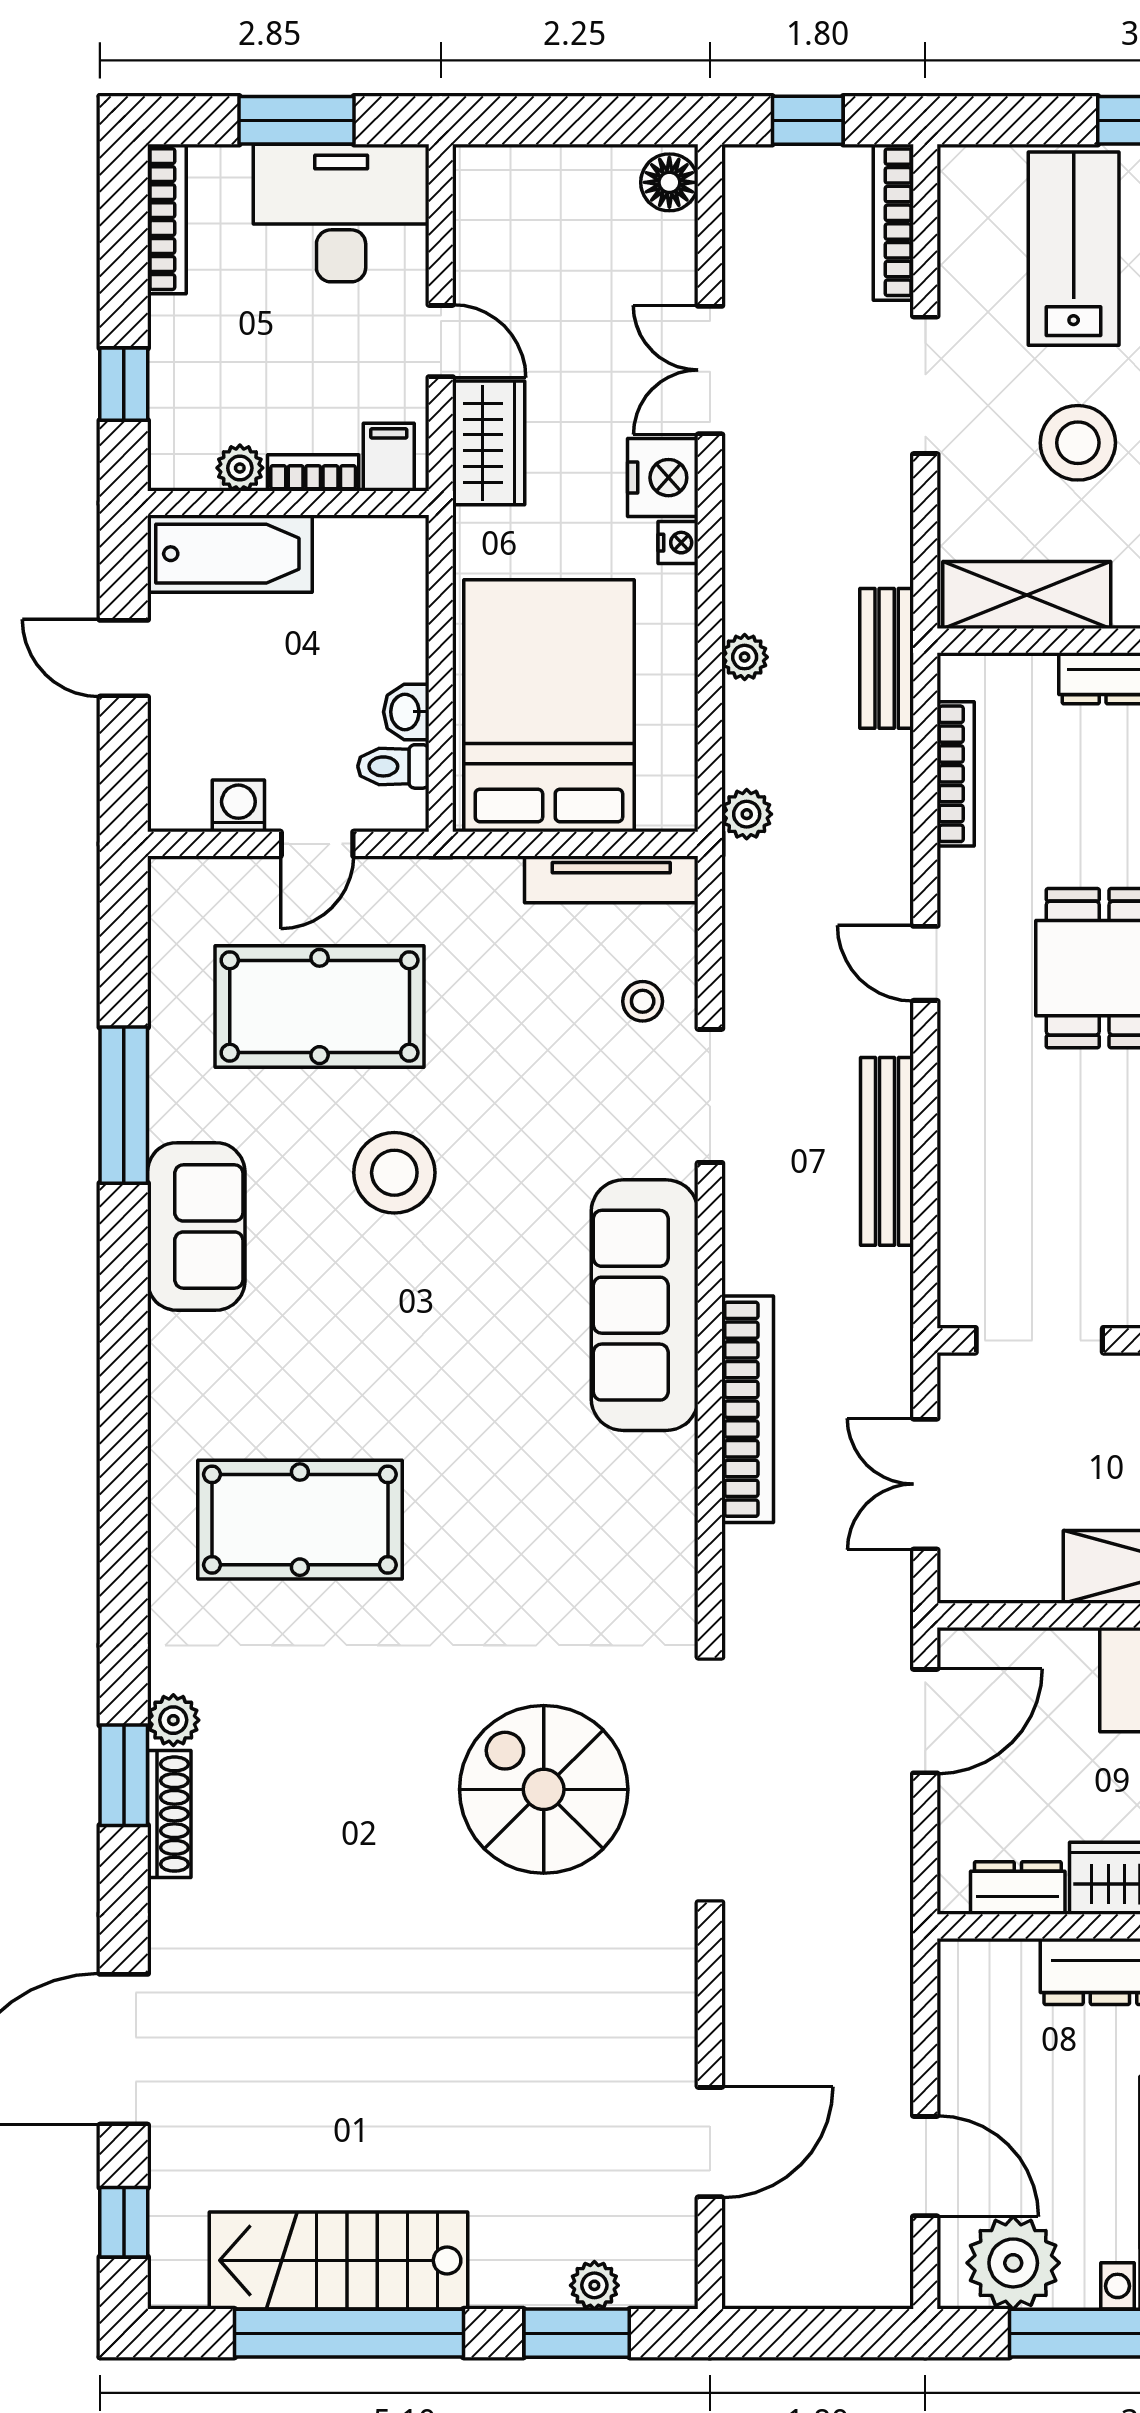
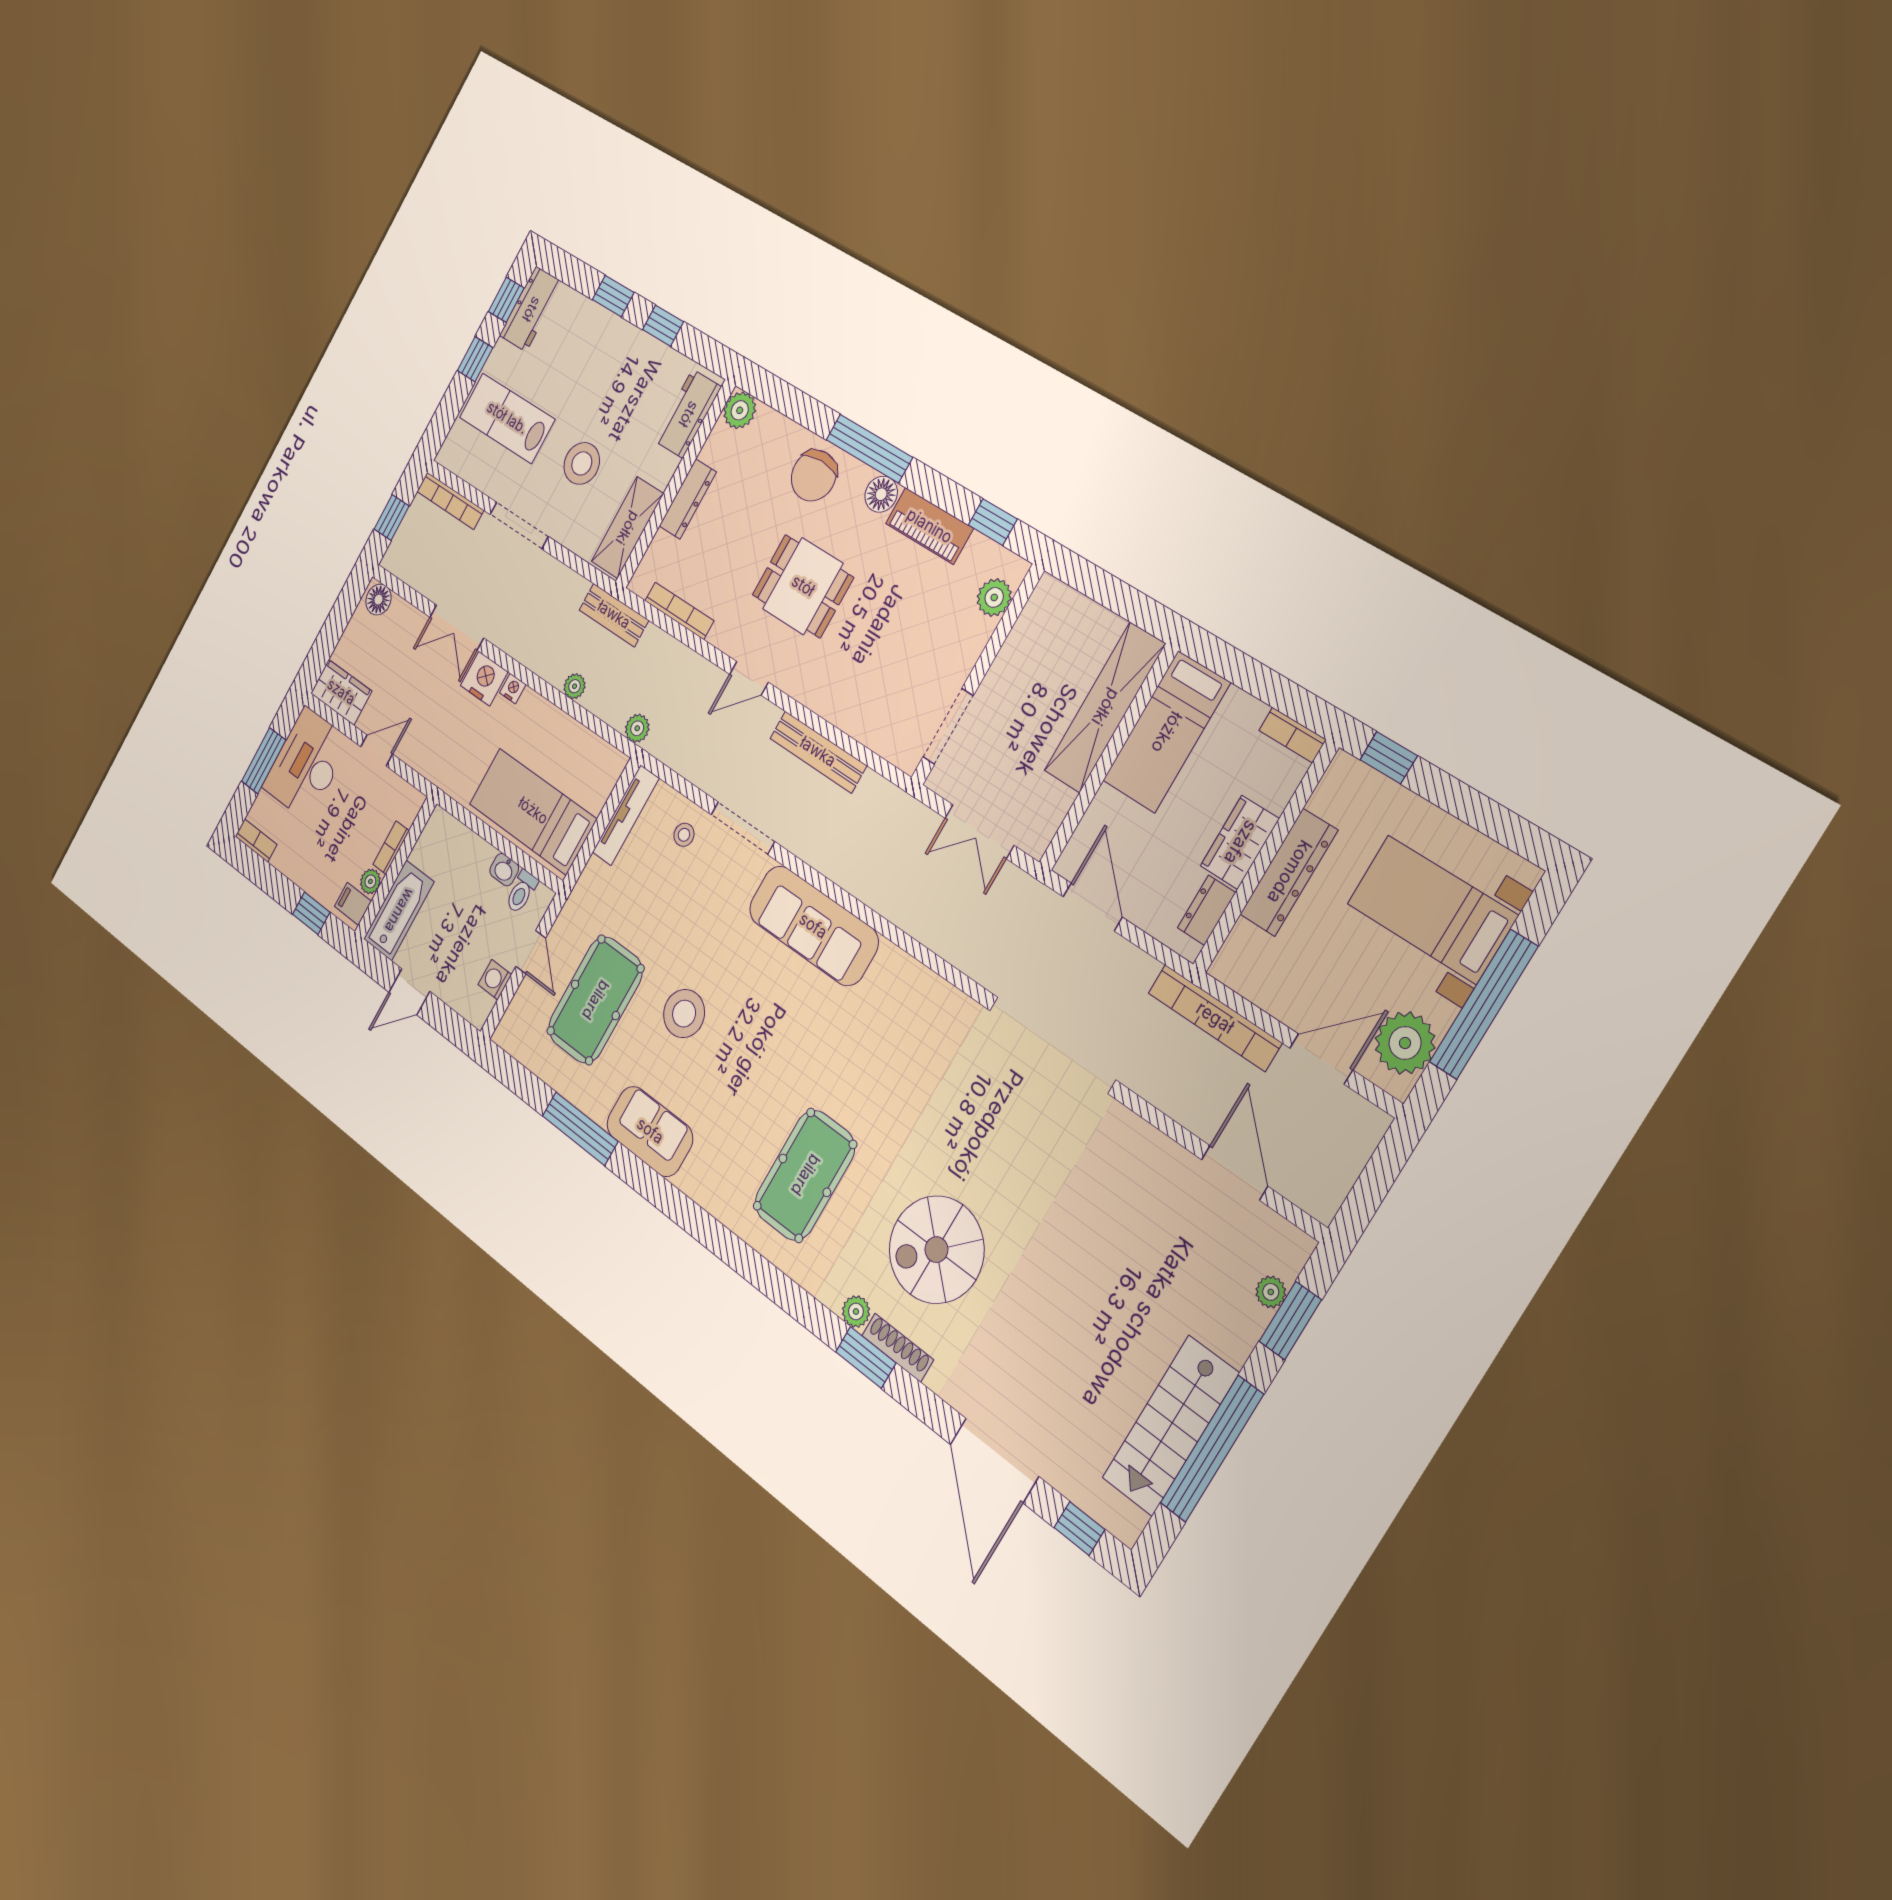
bookcase: (167, 219) -> (256, 840), width x0.64
wardrobe: (489, 443) -> (341, 692), moved
filing cabinet: (389, 457) -> (353, 904), moved
bed: (549, 706) -> (533, 811), width x0.67
bookcase: (748, 1409) -> (1215, 1018), moved, turned 180
spiral stairs: (544, 1789) -> (936, 1250), moved

